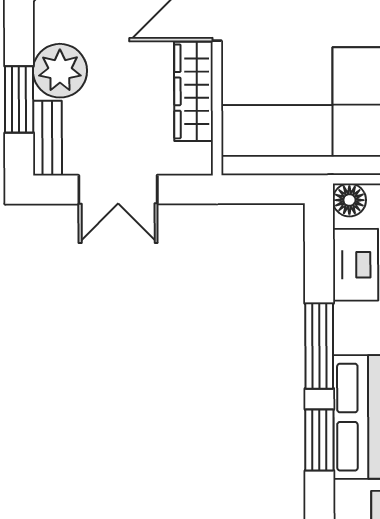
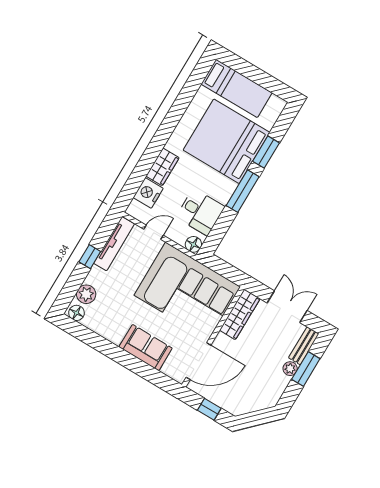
plant: (60, 71) -> (290, 369), width x0.53, depth x0.53
wardrobe: (194, 91) -> (240, 314), moved

